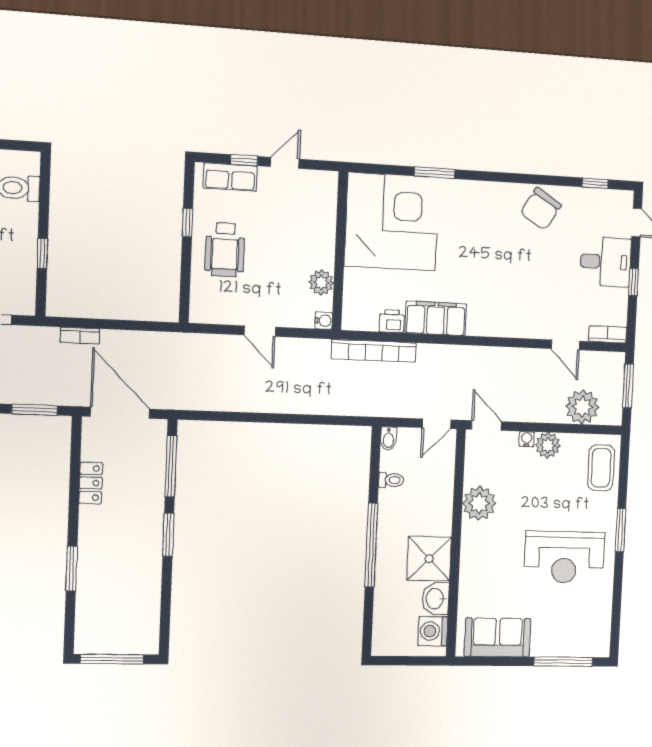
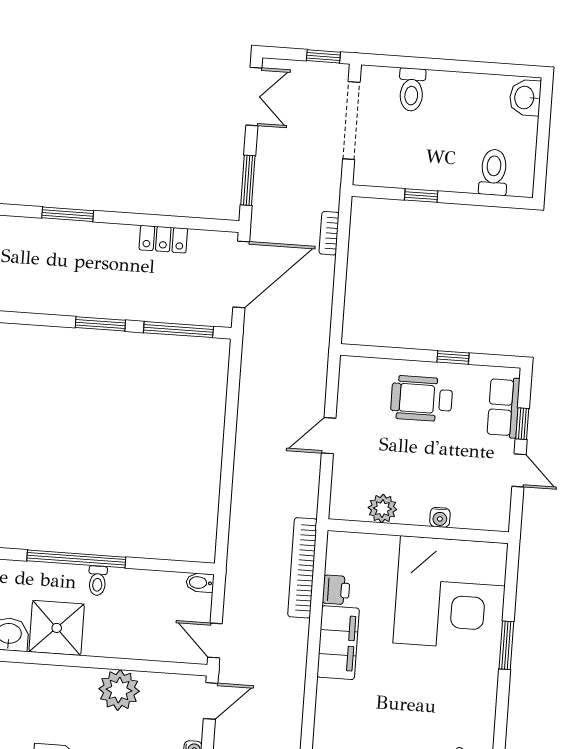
water cooler: (324, 321) -> (440, 517), moved
toilet: (391, 480) -> (97, 581), moved

